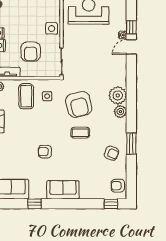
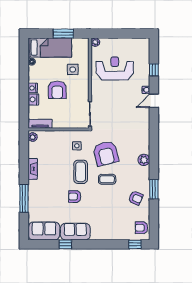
window: (131, 27) -> (154, 70), moved
side table: (52, 28) -> (73, 69), moved
armchair: (31, 52) -> (57, 90), moved
plant: (118, 95) -> (141, 145), removed
coffee table: (26, 96) -> (81, 172), moved
sofa: (63, 190) -> (75, 232), moved

